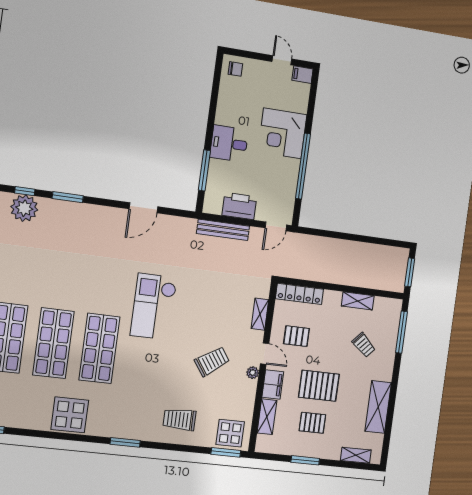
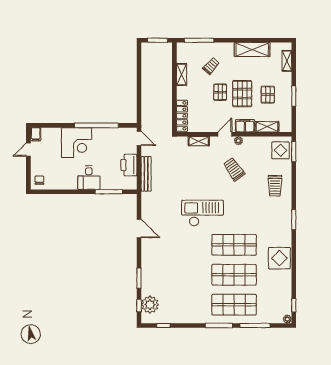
checkout: (154, 306) -> (202, 213), turned 180
pallet: (296, 336) -> (220, 92), moved

